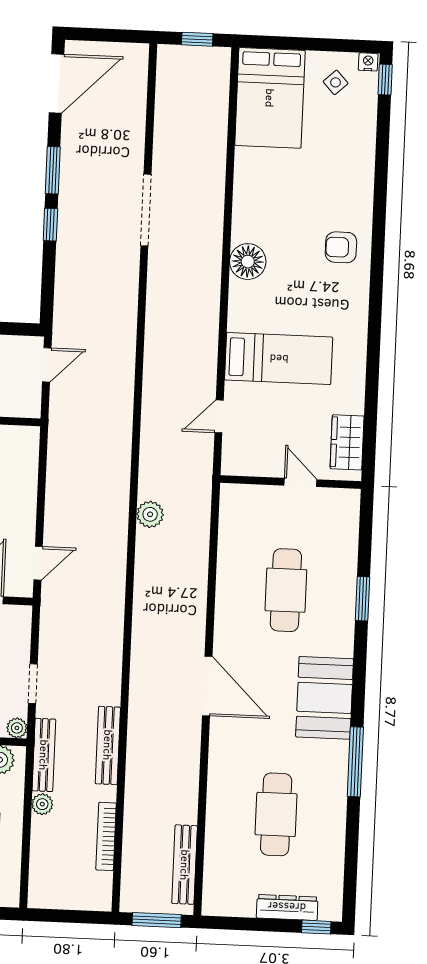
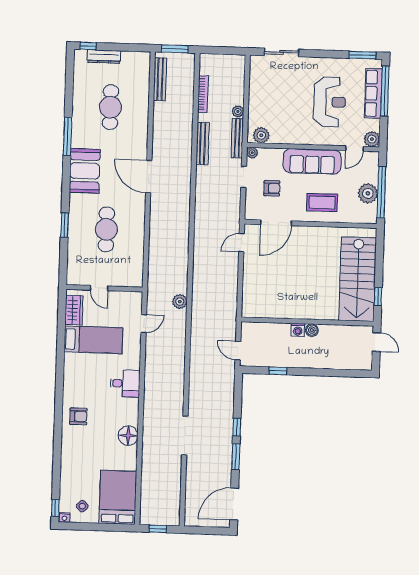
floor lamp: (248, 262) -> (128, 436), moved
desk: (254, 307) -> (125, 383), added
bed: (279, 359) -> (93, 340), moved, turned 180
door: (47, 365) -> (238, 351), hinge flipped
plant: (150, 514) -> (180, 302), moved

